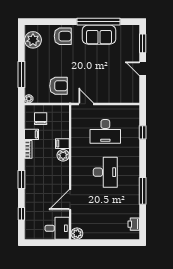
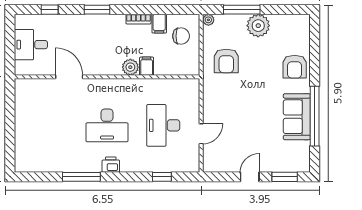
plant: (33, 40) -> (258, 26), moved
door: (86, 104) -> (201, 134), moved
printer: (134, 224) -> (111, 165), moved
desk: (57, 228) -> (31, 45), moved, turned 90
plant: (77, 234) -> (22, 86), removed

